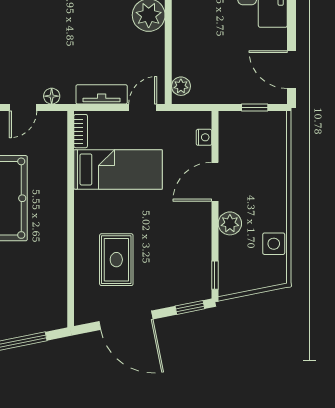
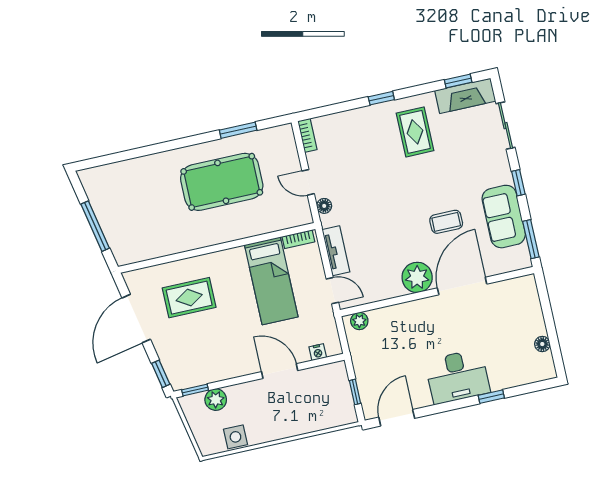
plant: (230, 223) -> (216, 400), moved

